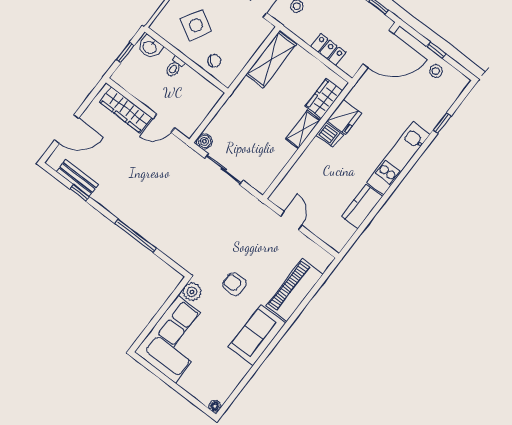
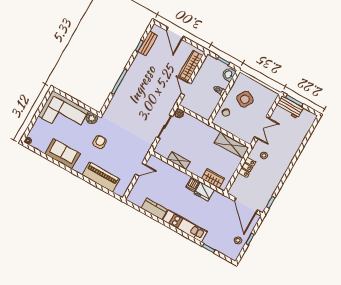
locker: (328, 50) -> (247, 167), moved
shelving: (303, 129) -> (179, 161), moved
sofa: (257, 335) -> (62, 154), moved

